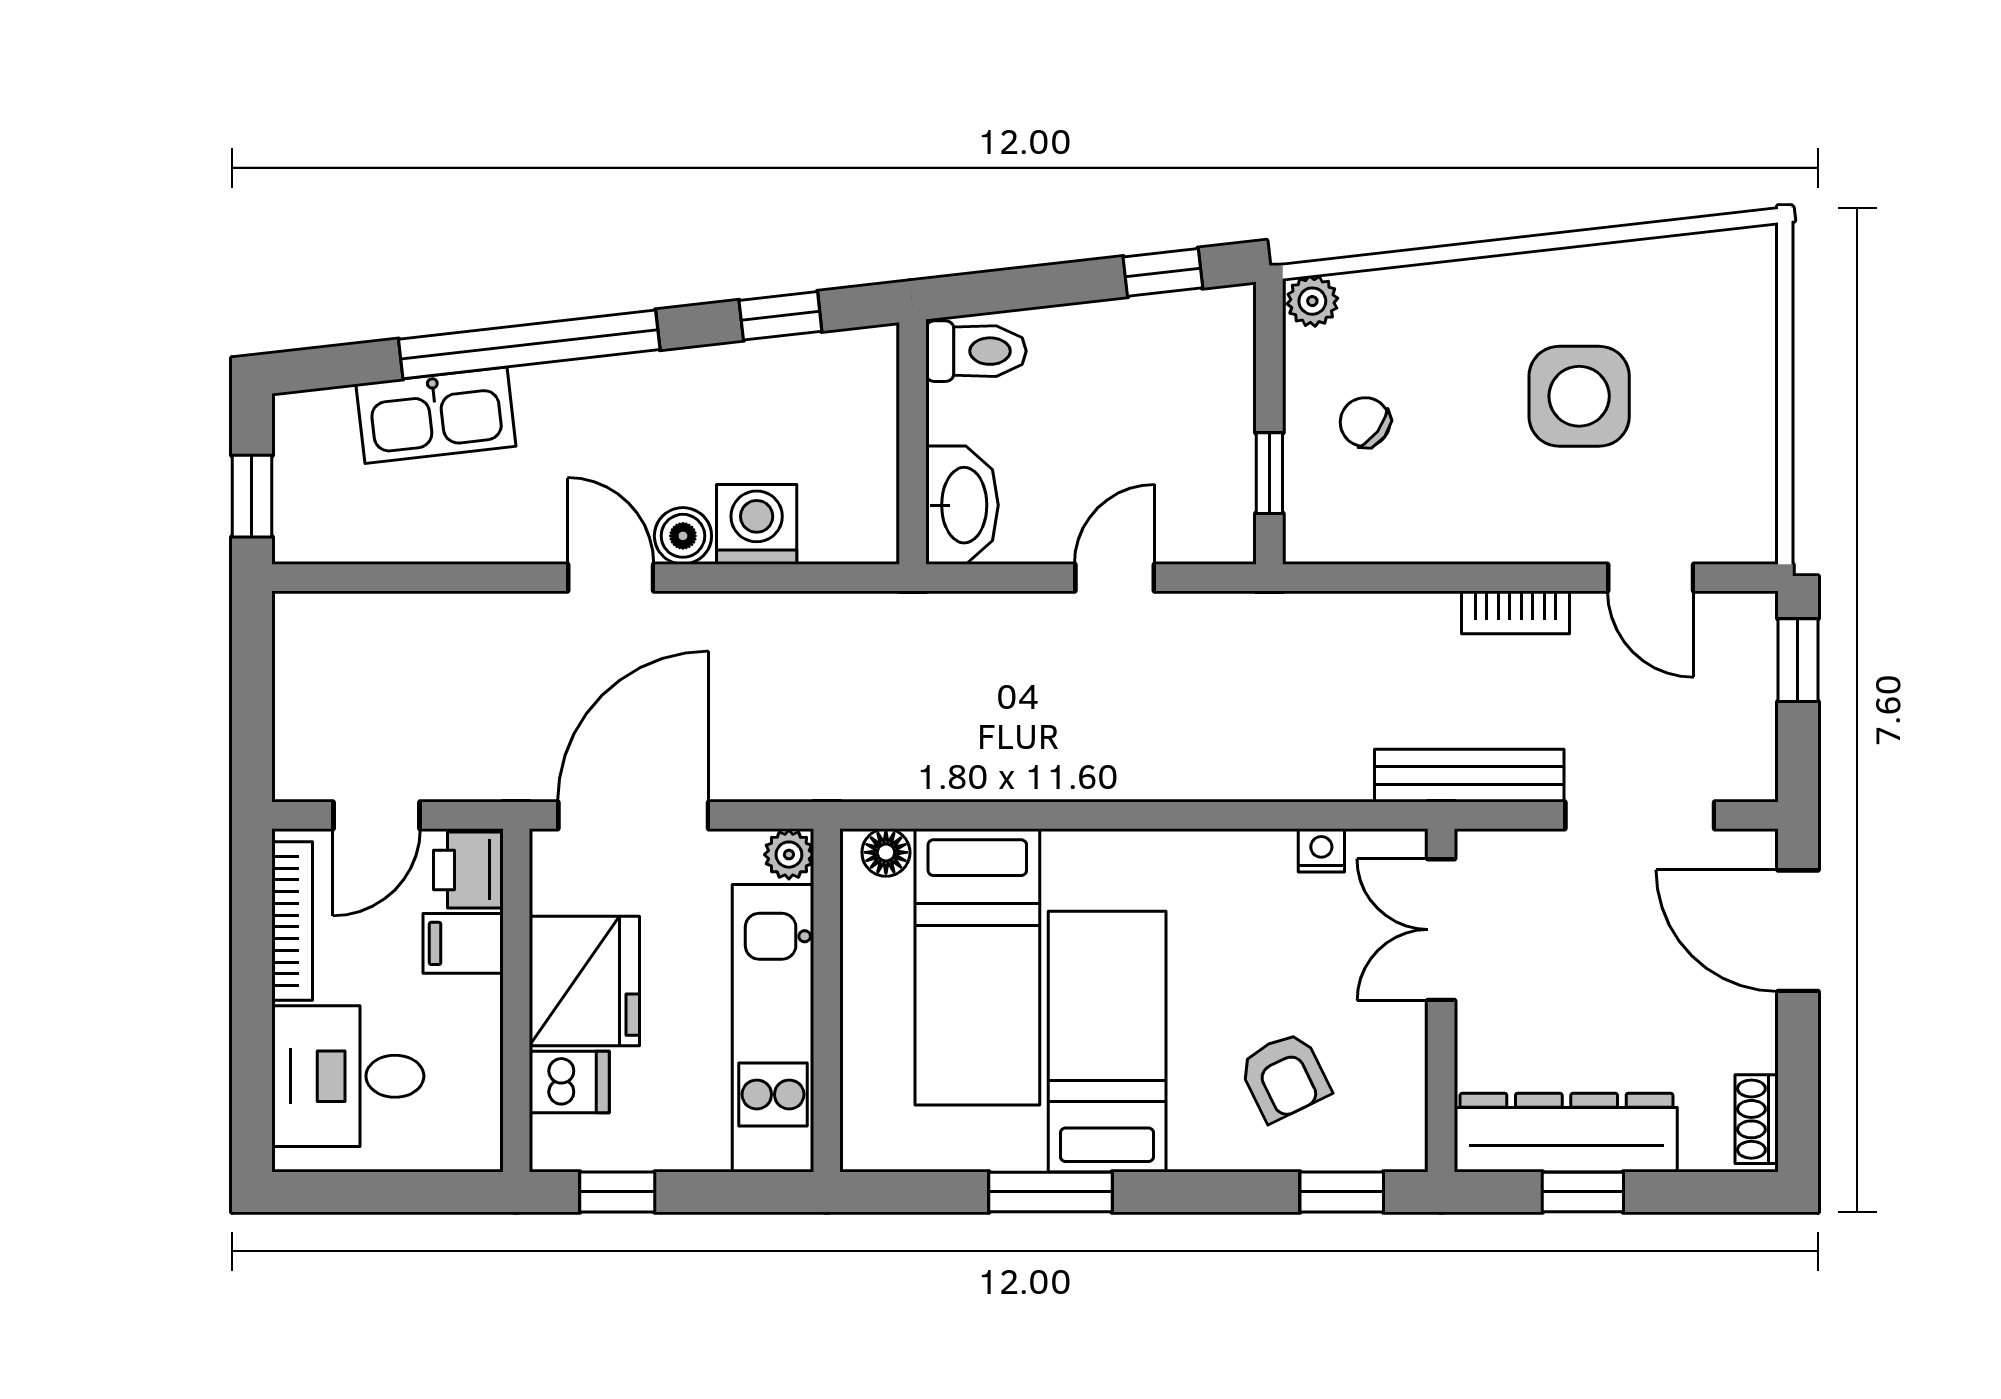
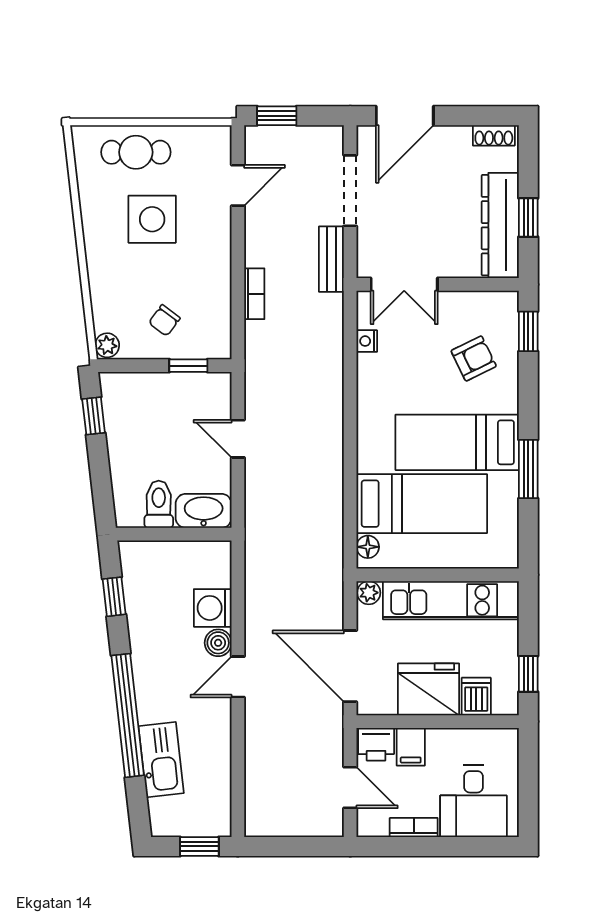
toilet: (976, 351) -> (159, 504), moved
cafe table: (1721, 362) -> (136, 152), added
bookcase: (1515, 612) -> (254, 294), moved
bench: (1469, 776) -> (331, 259), width x0.73
bookcase: (292, 921) -> (414, 828), width x0.64

